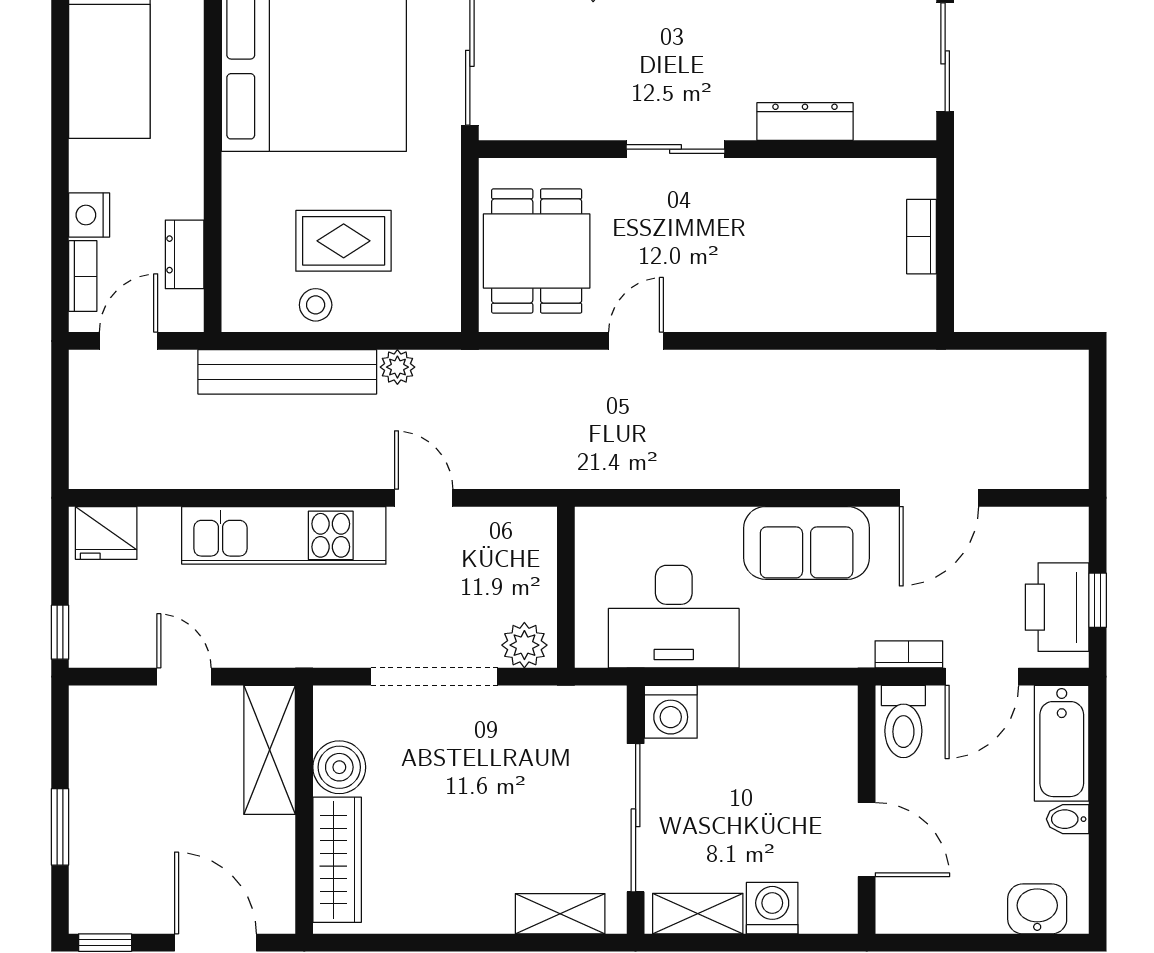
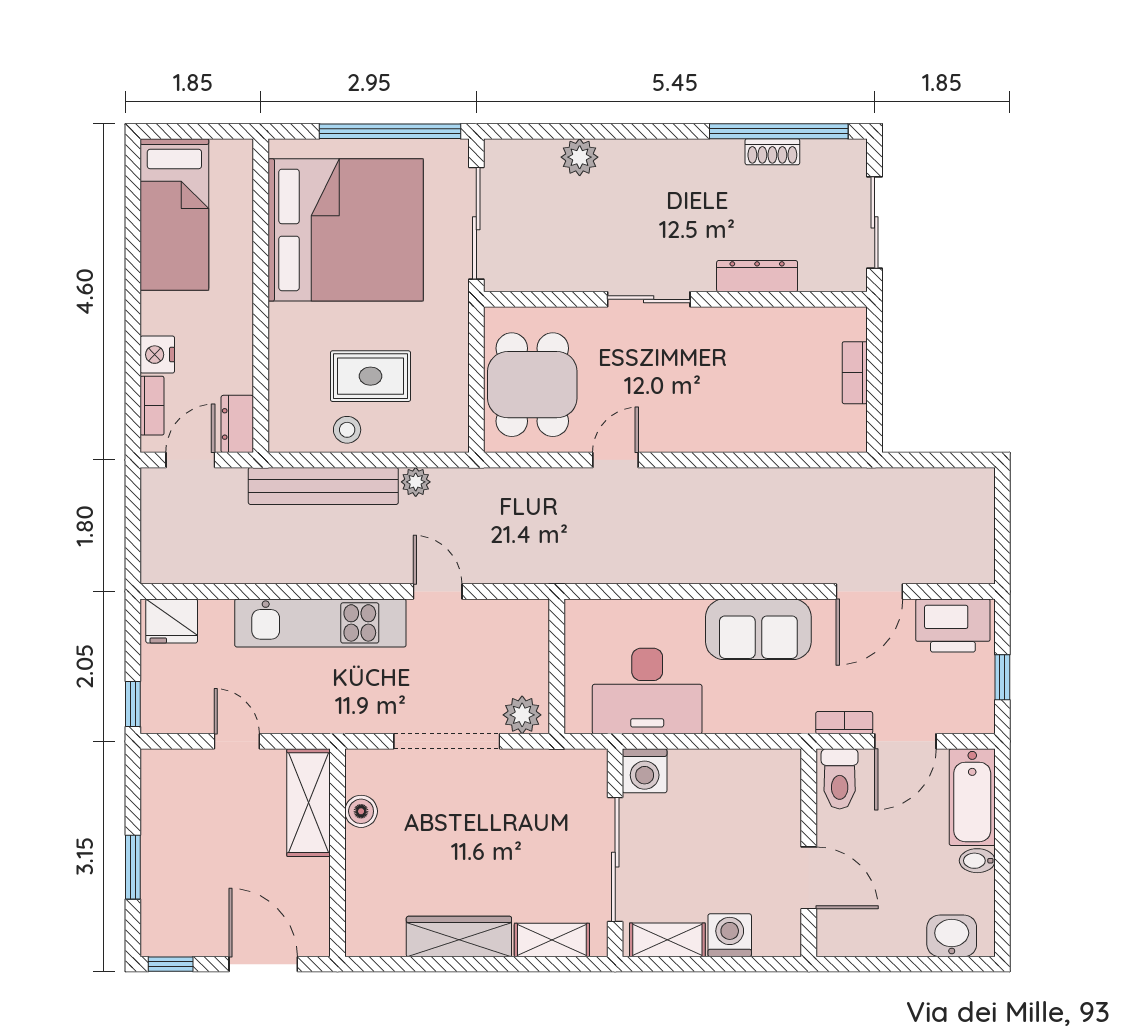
dresser: (185, 254) -> (237, 424), moved
printer: (1057, 607) -> (953, 625), moved, turned -90
boiler: (339, 767) -> (361, 811), width x0.73, depth x0.73
wardrobe: (337, 860) -> (459, 937), moved, turned -90

